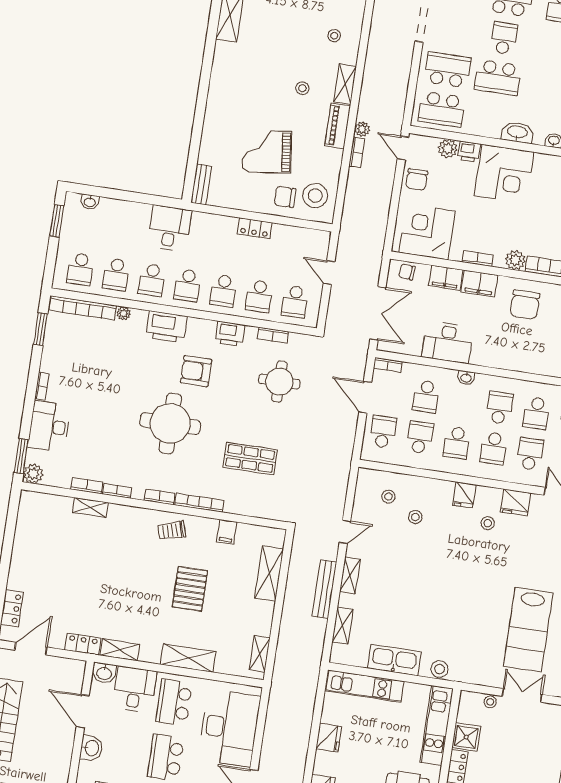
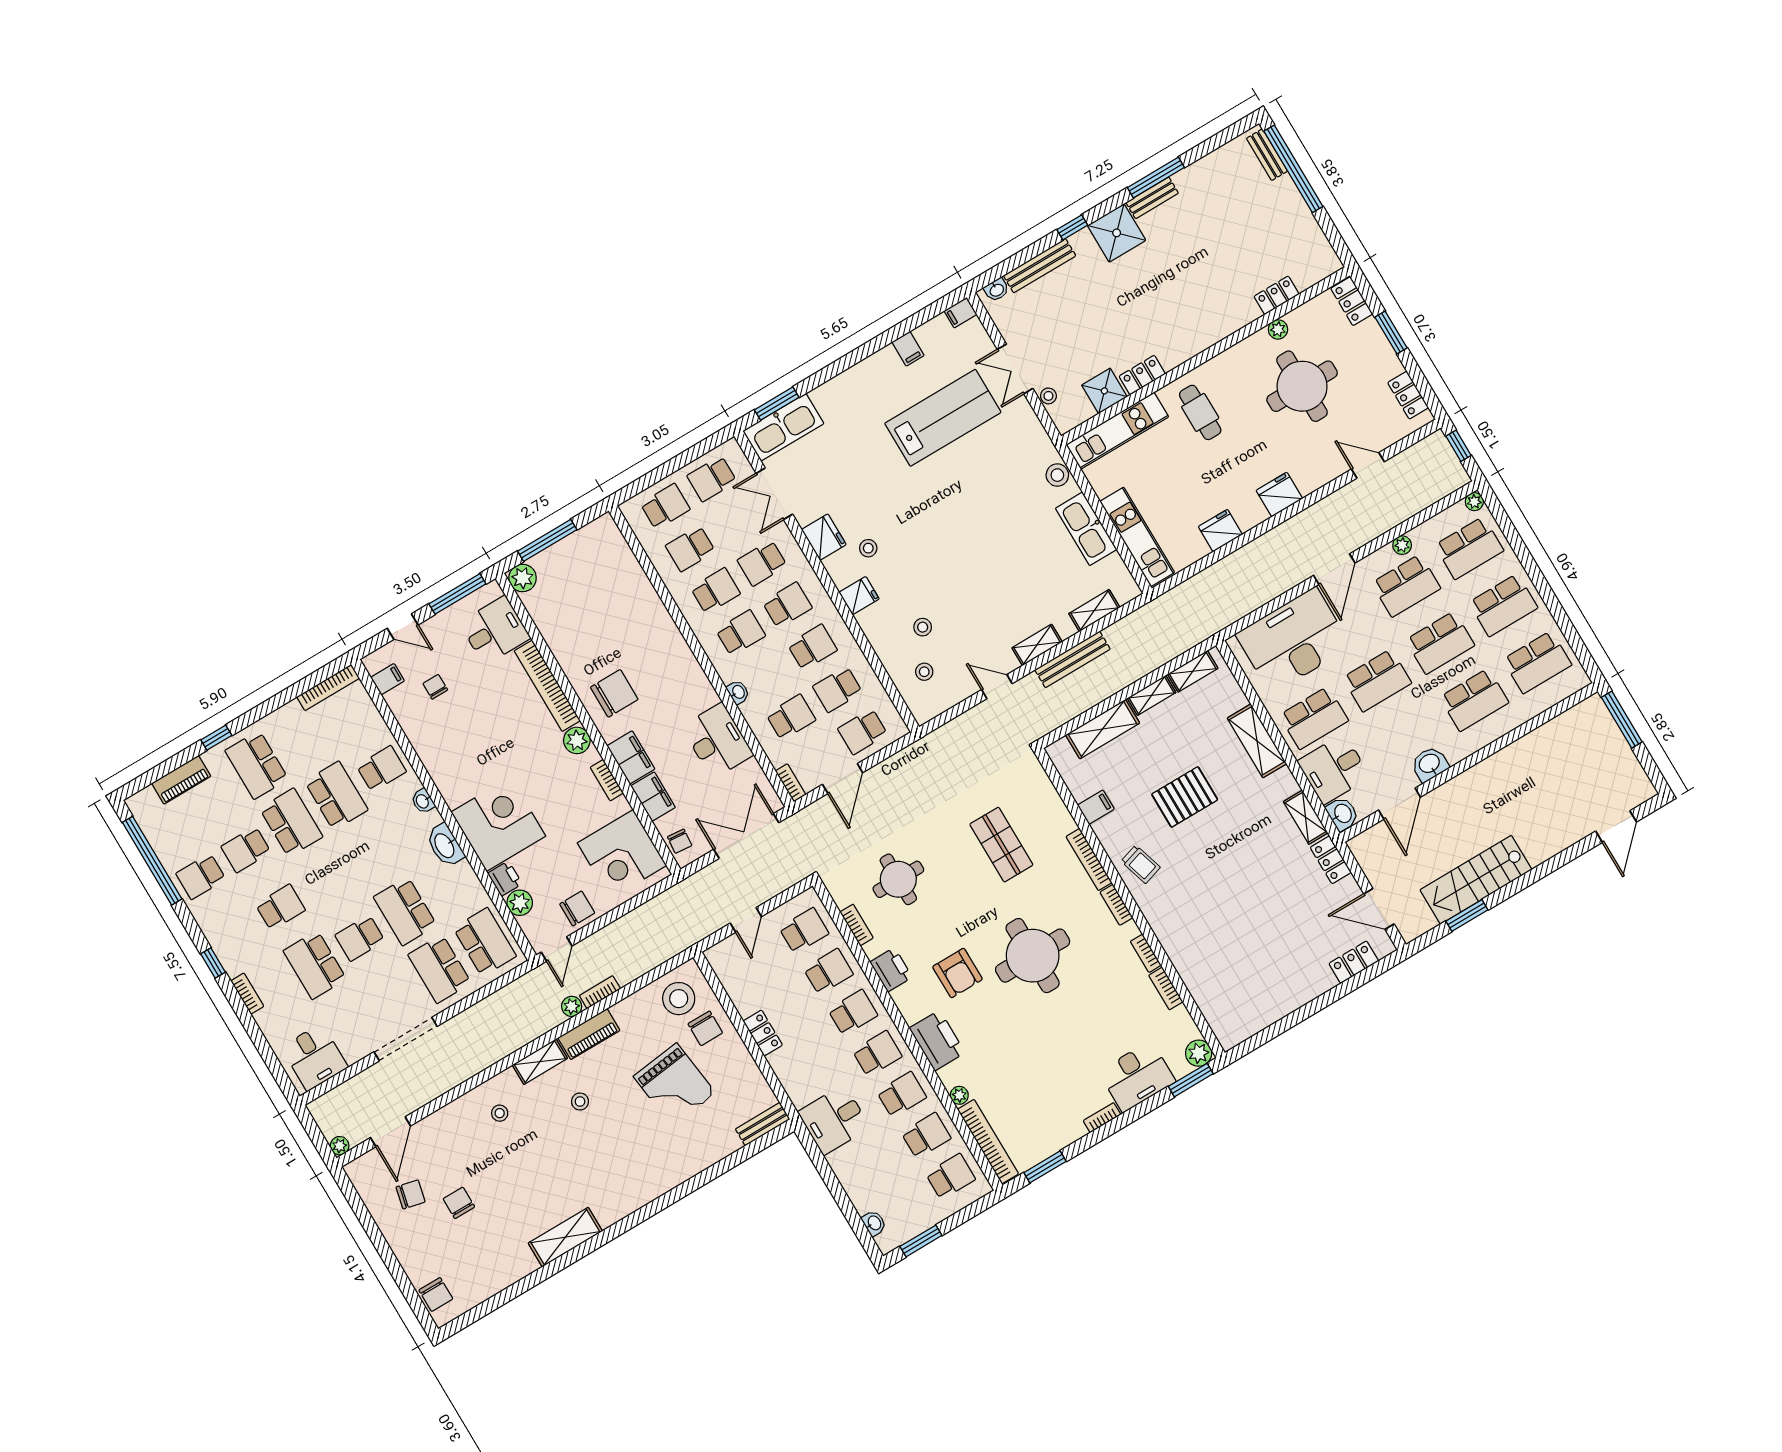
school desk: (498, 77) -> (405, 911), turned 180
school desk: (500, 408) -> (741, 633), turned 180
shelving: (90, 507) -> (1152, 695), moved, turned 90

